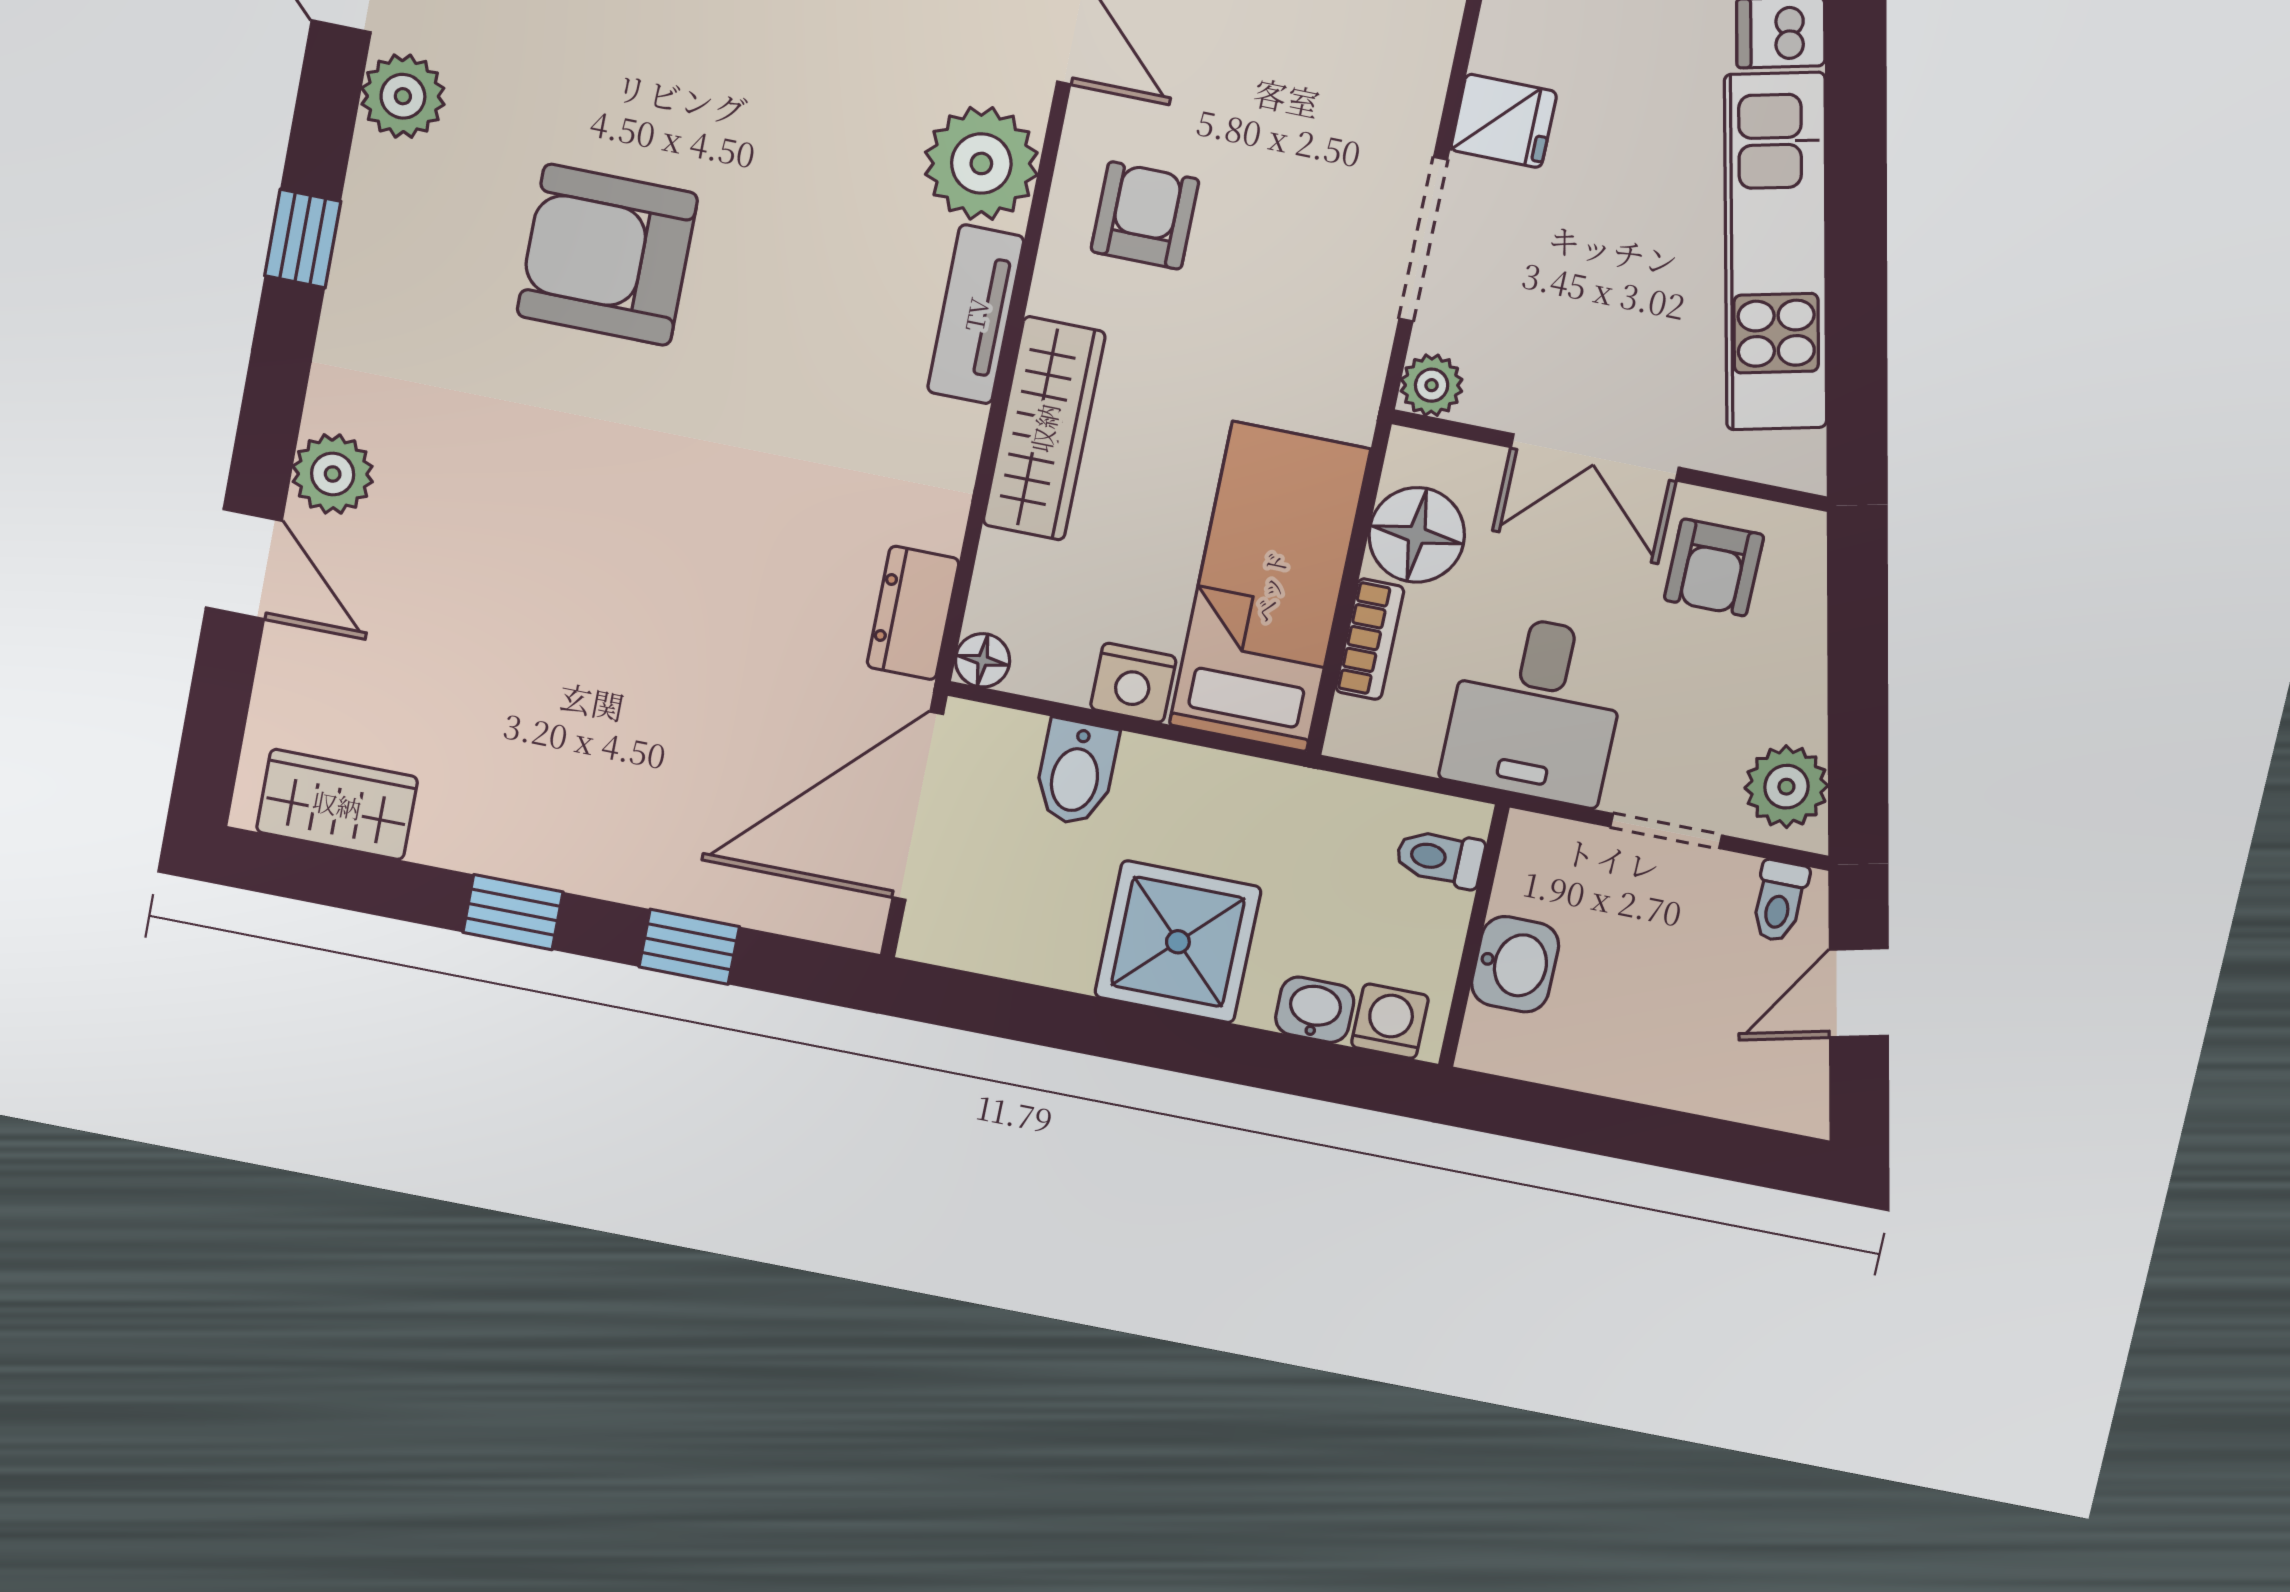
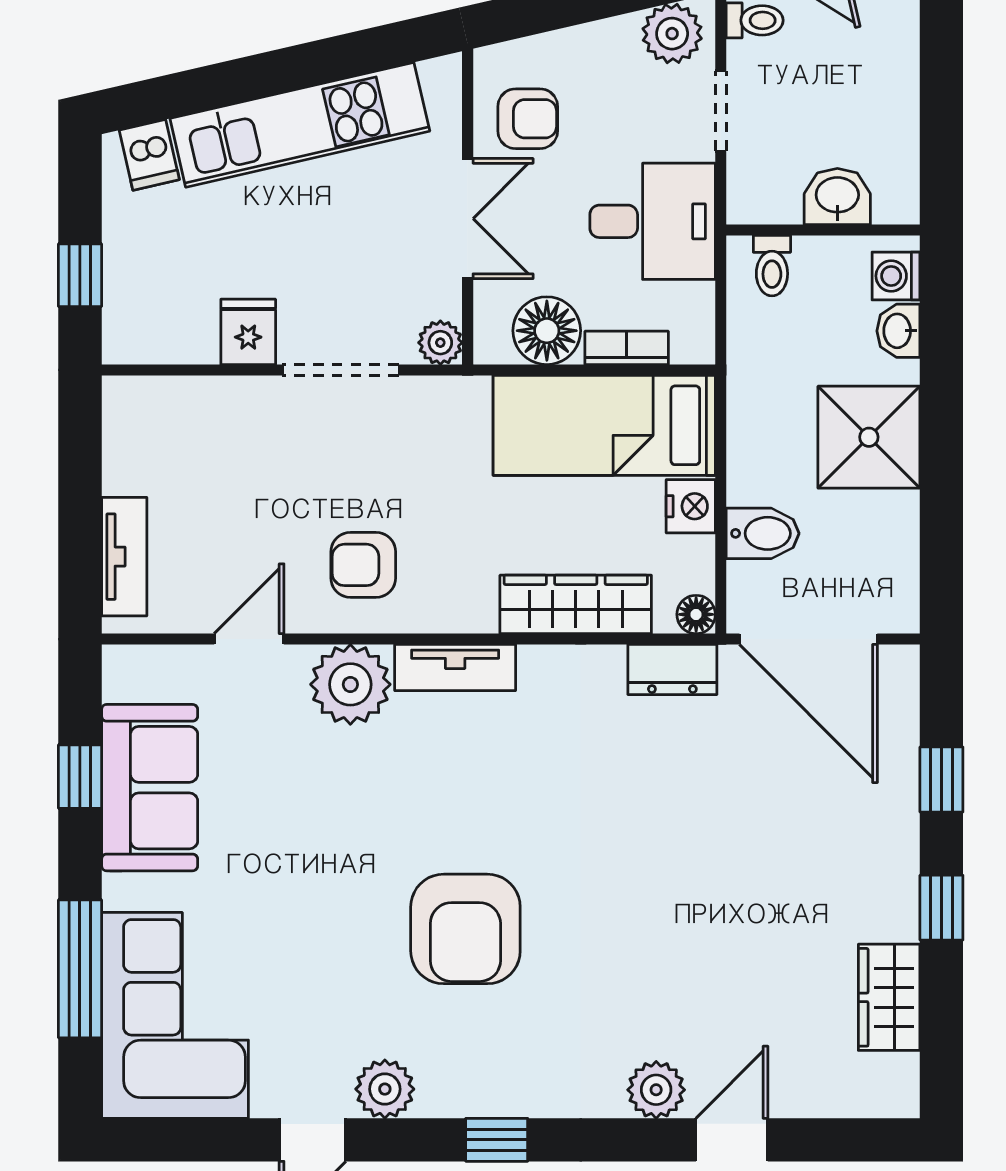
wardrobe: (1044, 428) -> (576, 604), moved
wardrobe: (337, 804) -> (889, 997), moved

